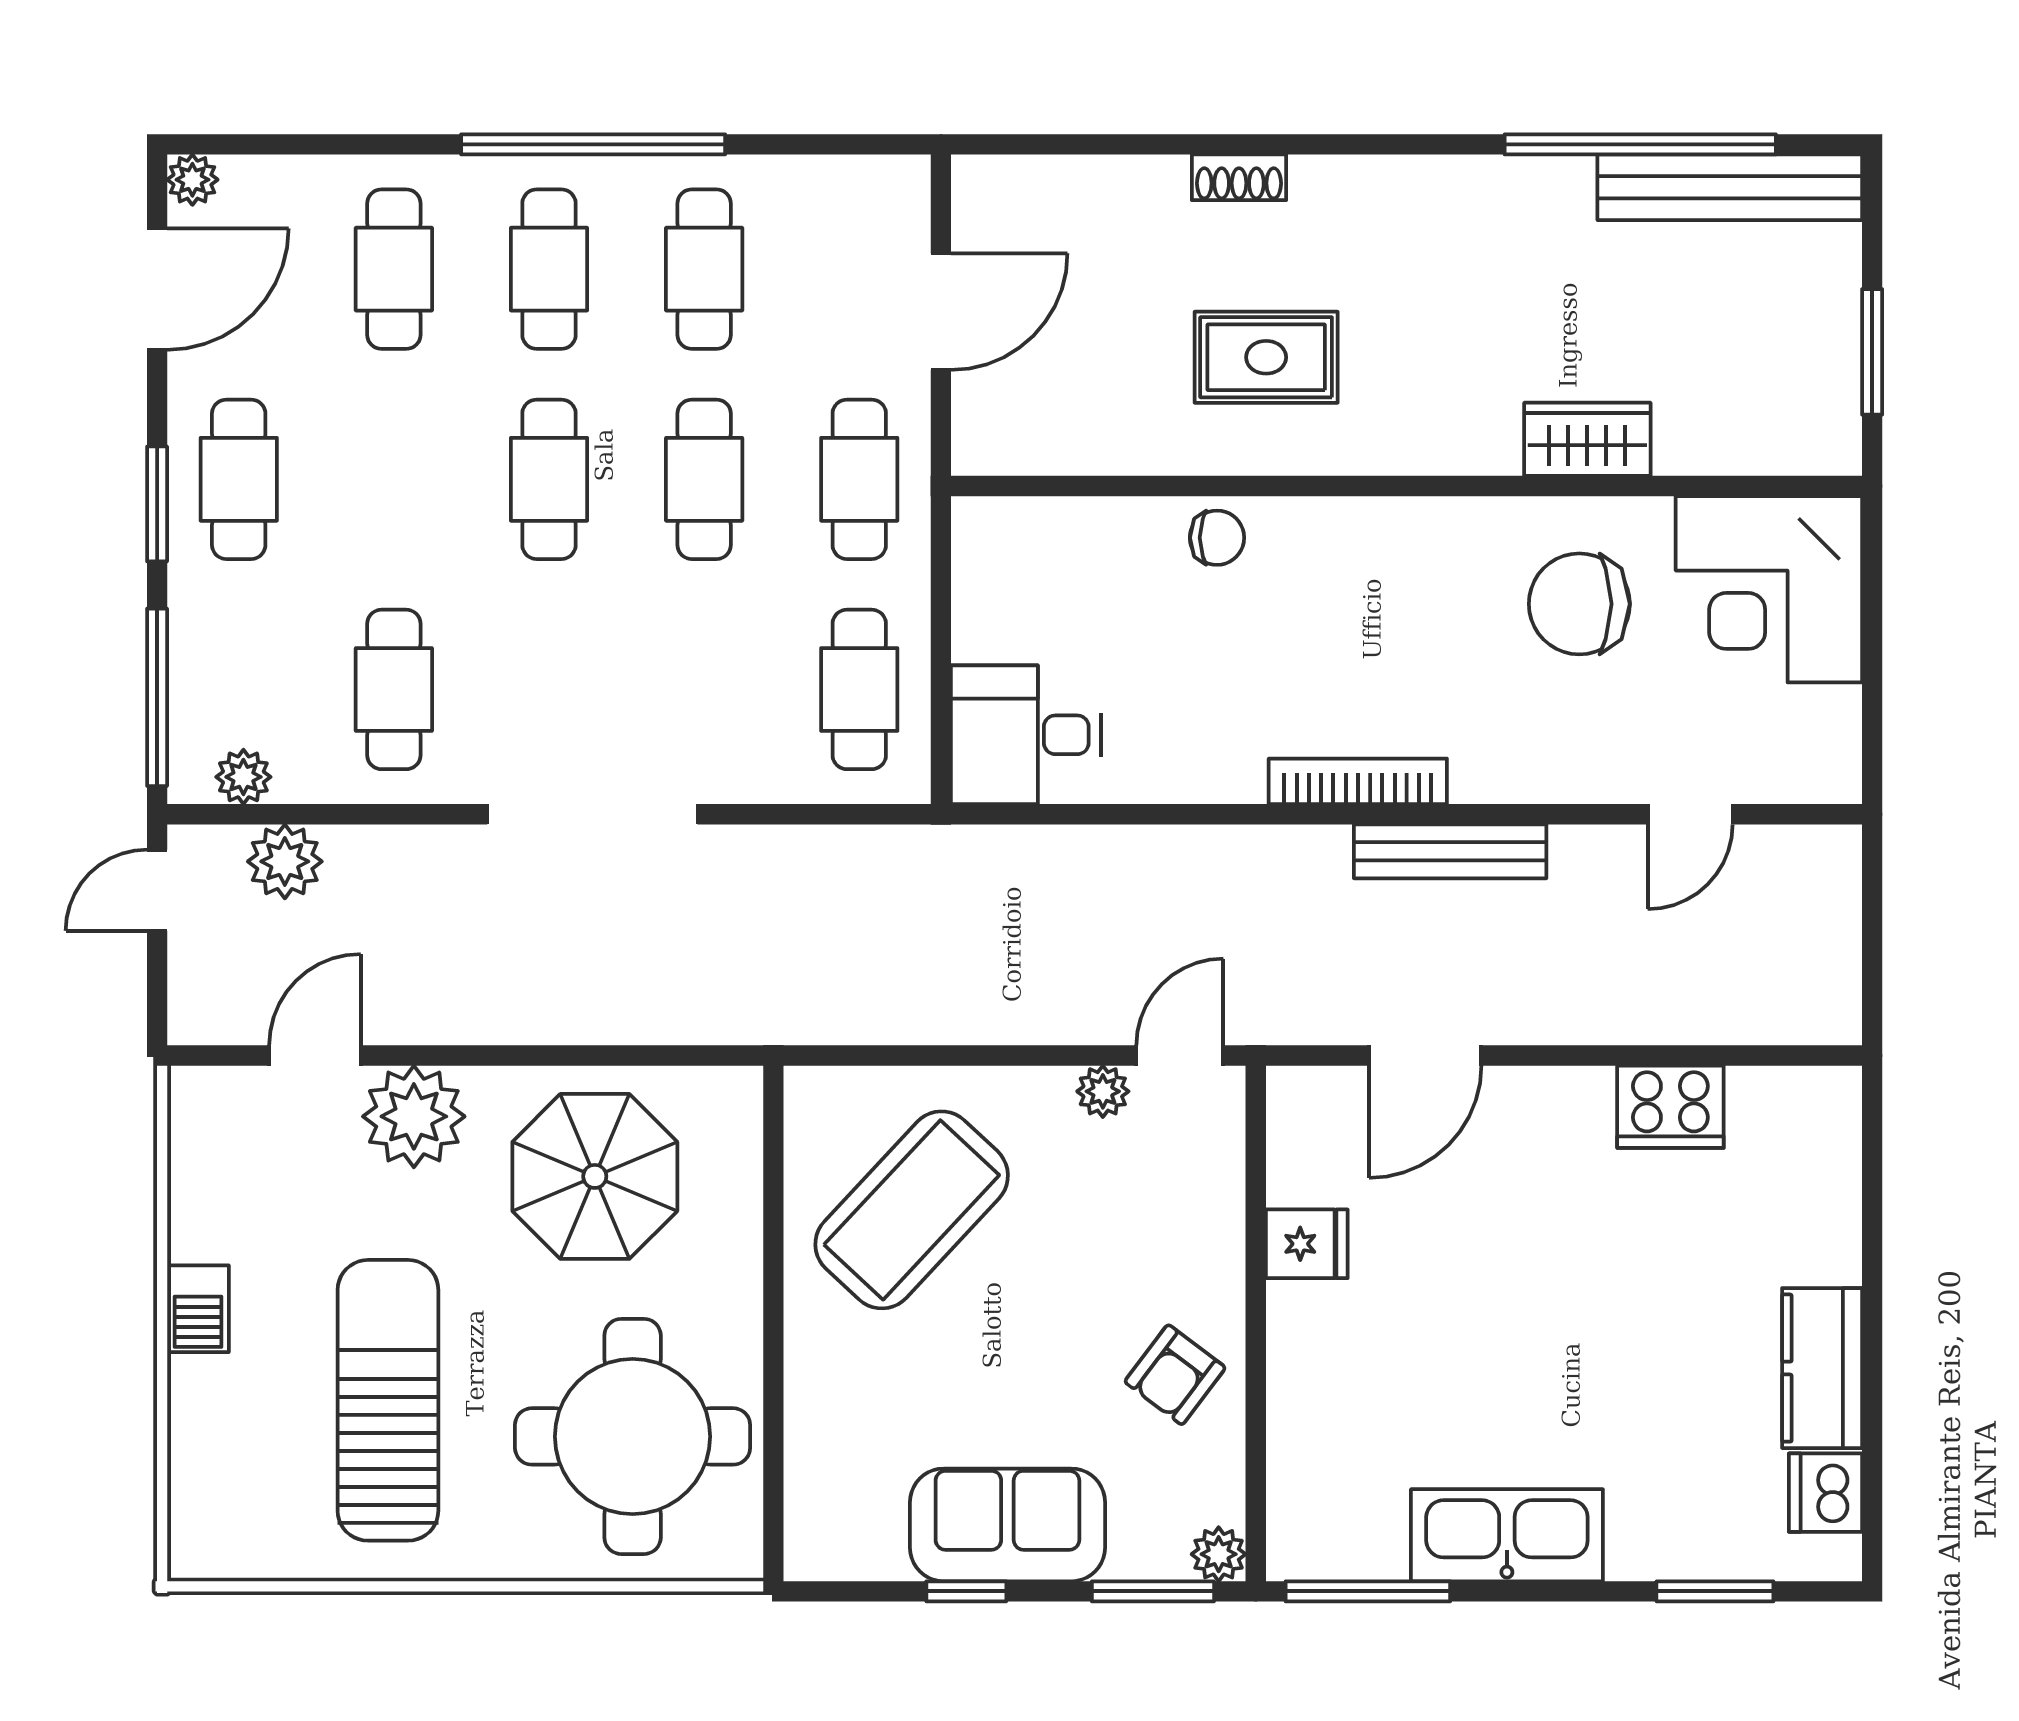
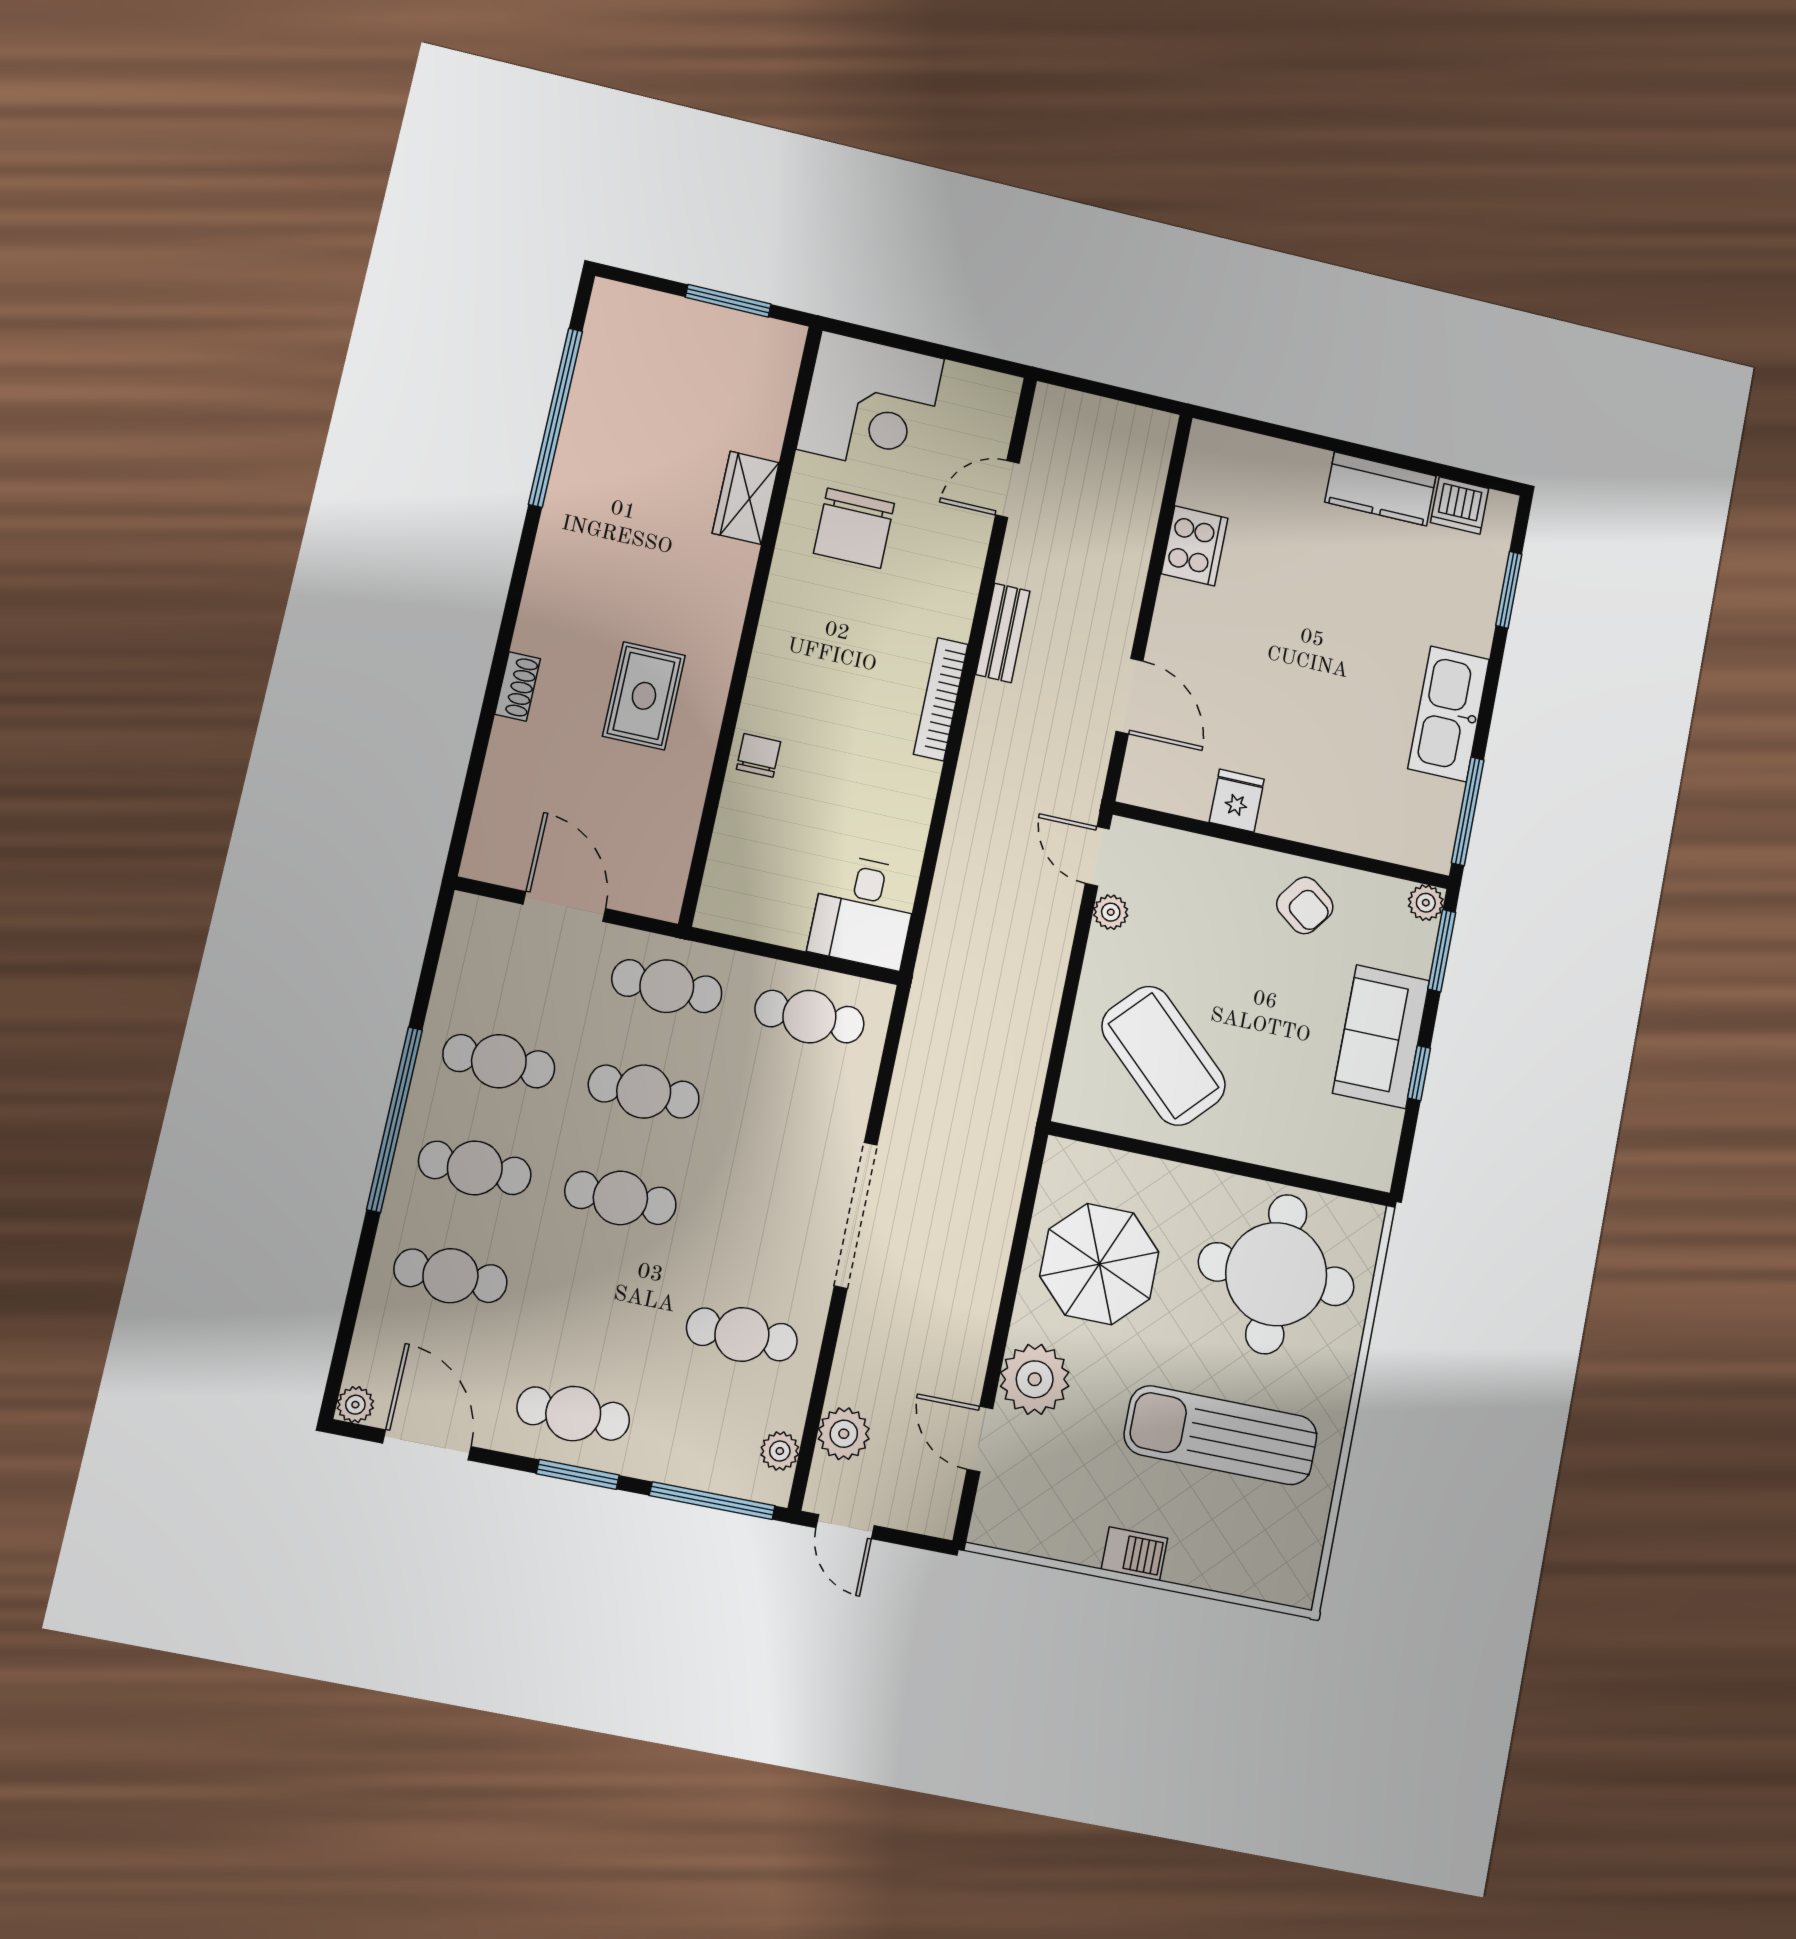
bench: (1730, 187) -> (598, 366), removed
door: (1690, 814) -> (1007, 489), swing flipped
bench: (1450, 851) -> (1003, 633), width x0.73

